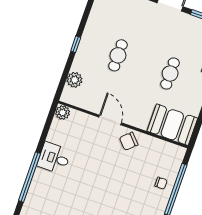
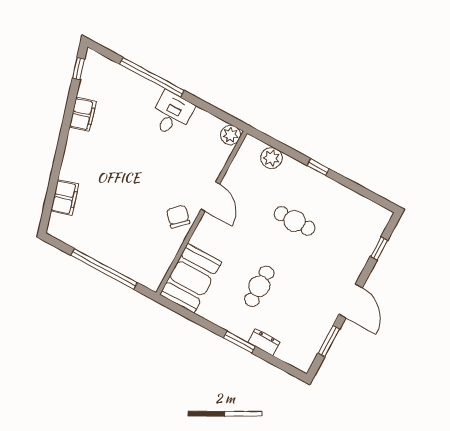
cafe table: (170, 73) -> (259, 286), turned 90
door: (110, 120) -> (210, 197), hinge flipped
chair: (161, 183) -> (116, 251), removed

